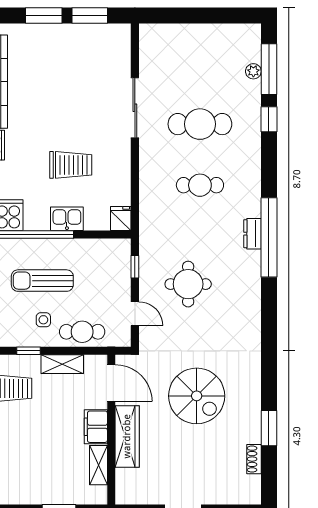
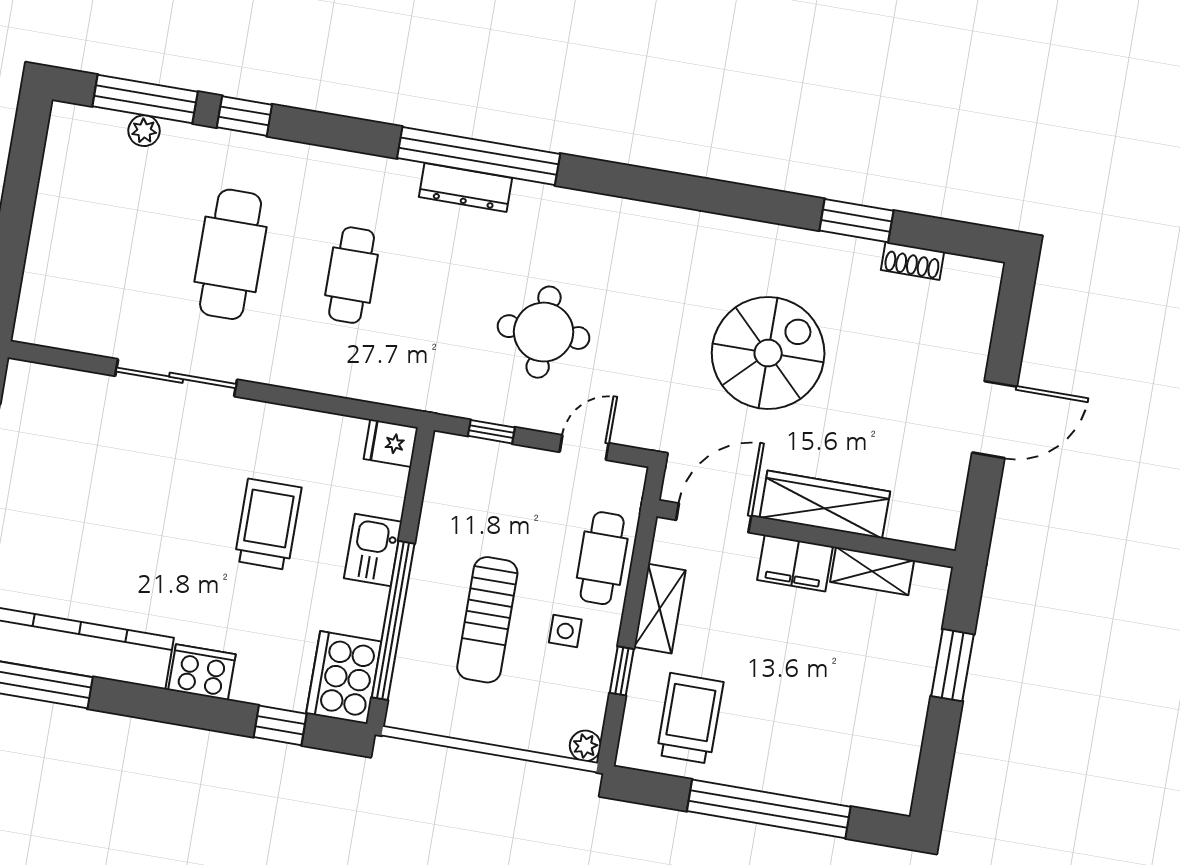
dresser: (252, 234) -> (466, 187), width x1.44

